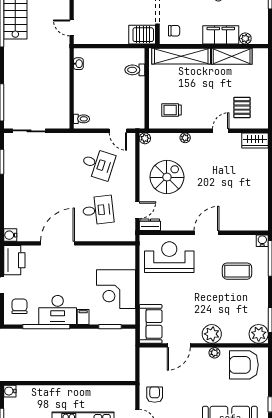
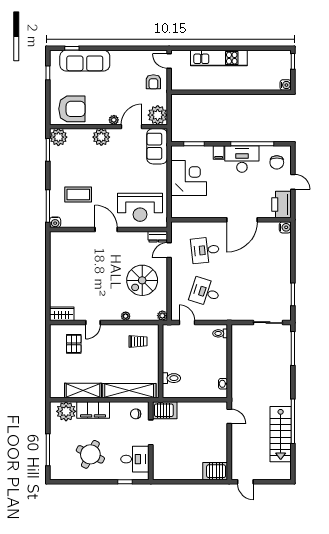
plant: (245, 39) -> (66, 411), width x1.88, depth x1.88
door: (207, 233) -> (106, 229), swing flipped
plant: (214, 353) -> (114, 120), moved
plant: (150, 358) -> (158, 115), added

